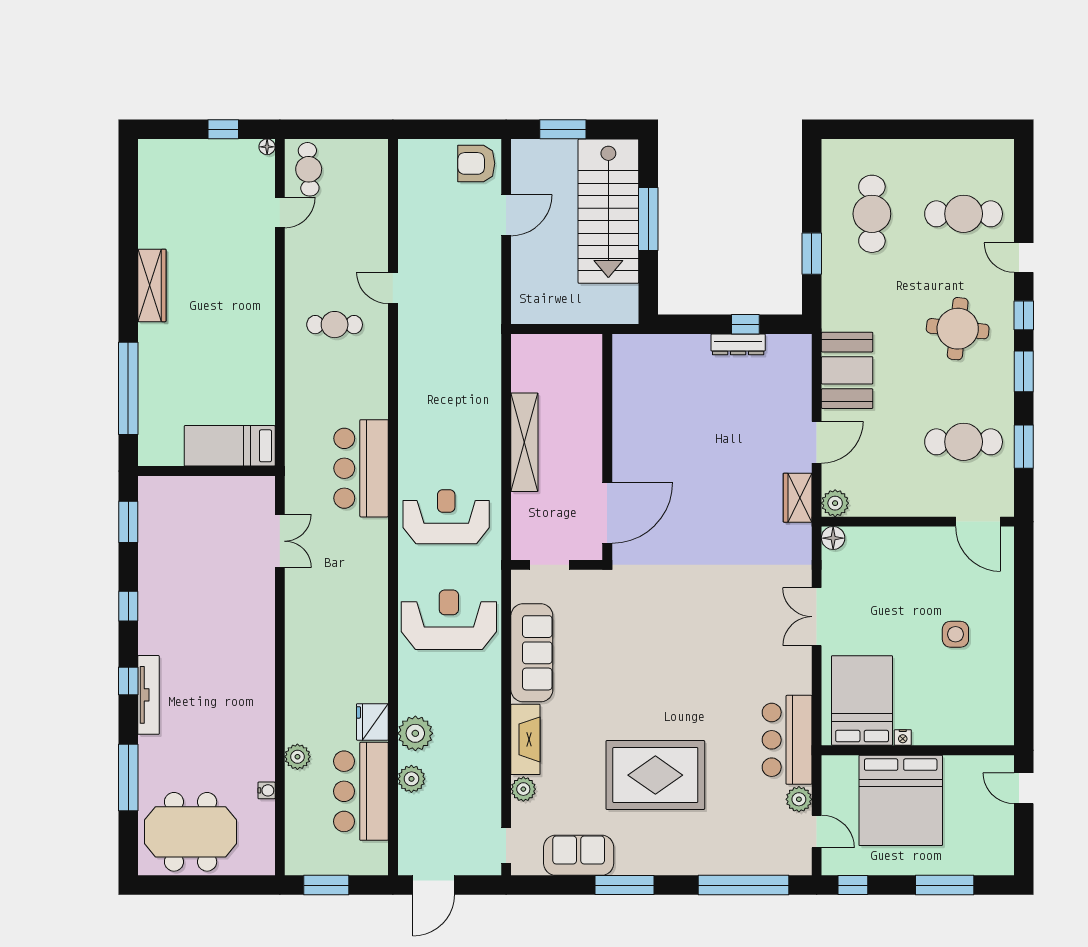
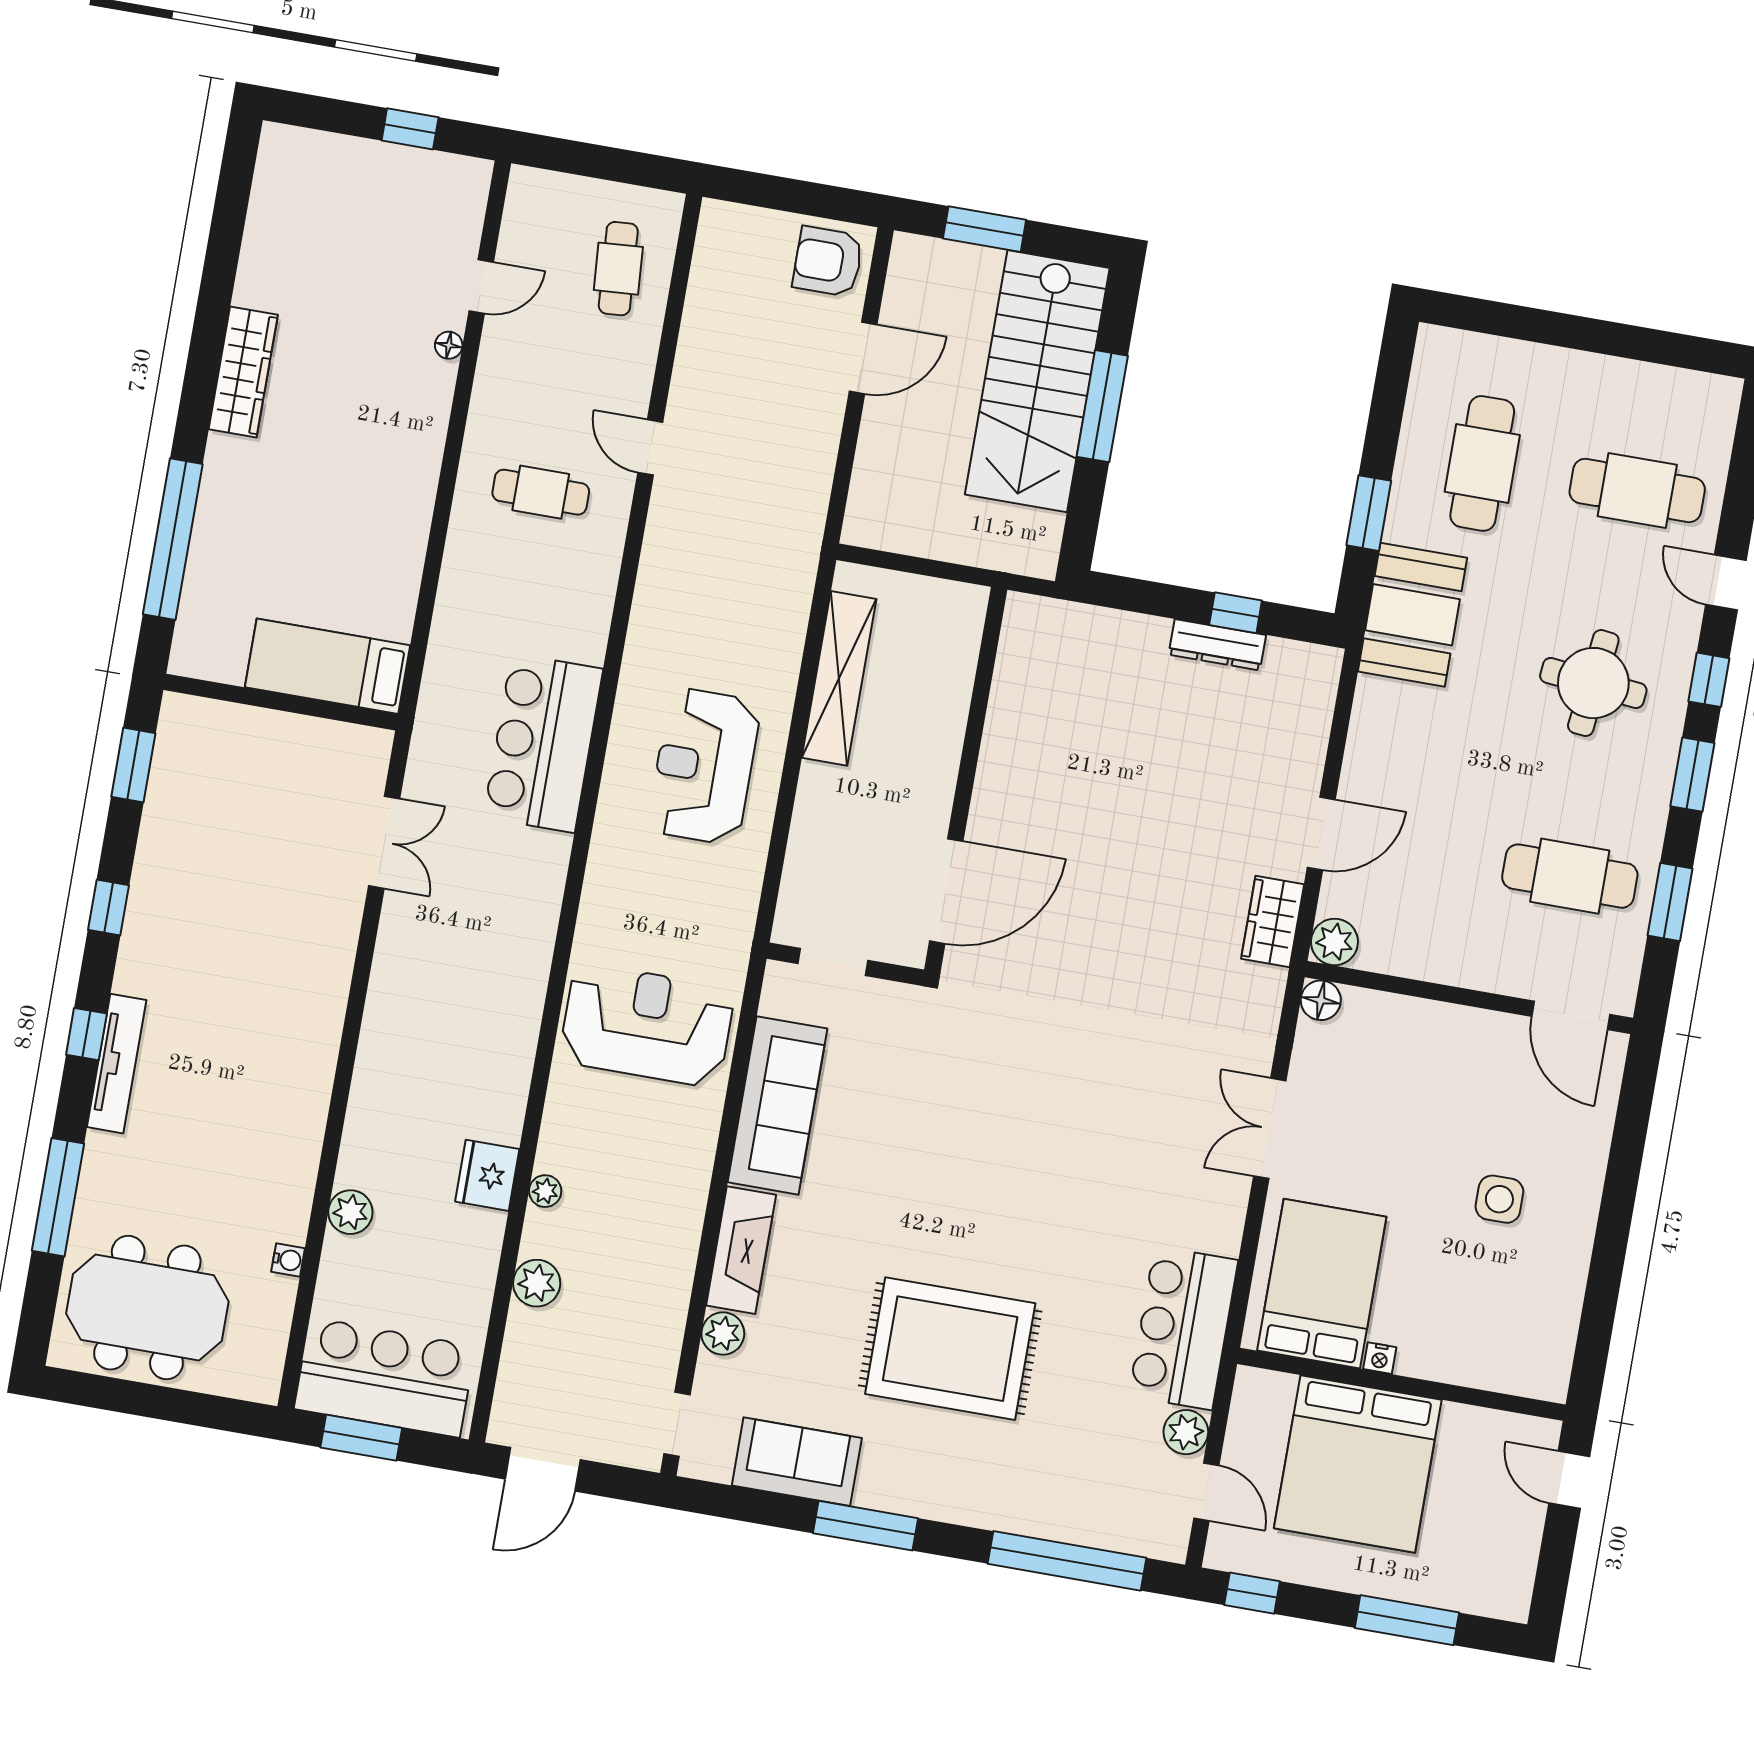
floor lamp: (267, 147) -> (449, 345), moved
cafe table: (309, 169) -> (618, 269), moved
booth: (847, 370) -> (1412, 615), moved
shelving: (524, 442) -> (839, 678), moved
reception desk: (446, 517) -> (704, 766), moved, turned -90
plant: (415, 733) -> (545, 1191), width x0.53, depth x0.53
bar counter: (361, 791) -> (385, 1377), moved, turned 90

